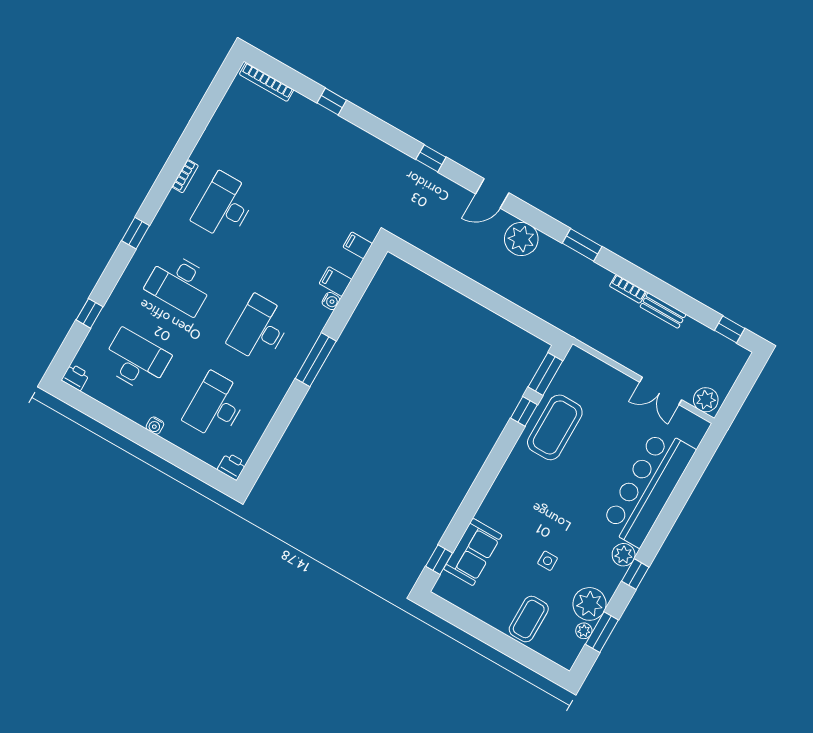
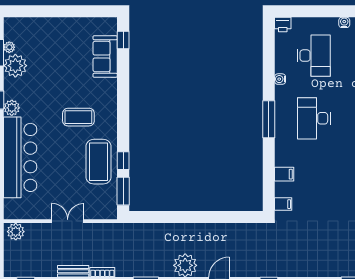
water cooler: (331, 301) -> (280, 79), moved
desk: (260, 329) -> (314, 118), turned 180
double door: (661, 391) -> (68, 221), moved
side table: (548, 561) -> (56, 77), removed
coffee table: (529, 619) -> (78, 117), moved, turned 90

